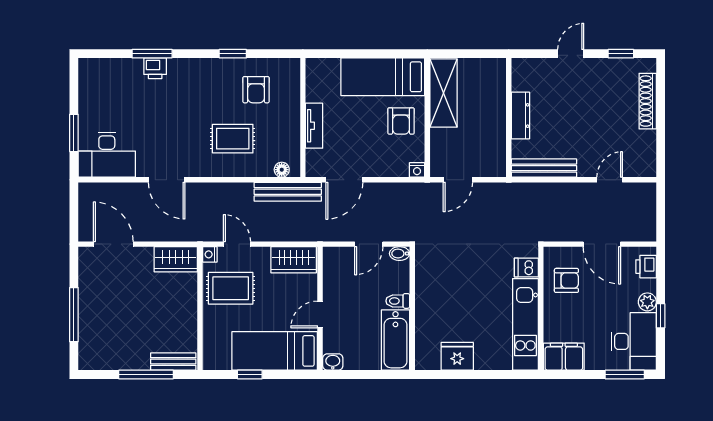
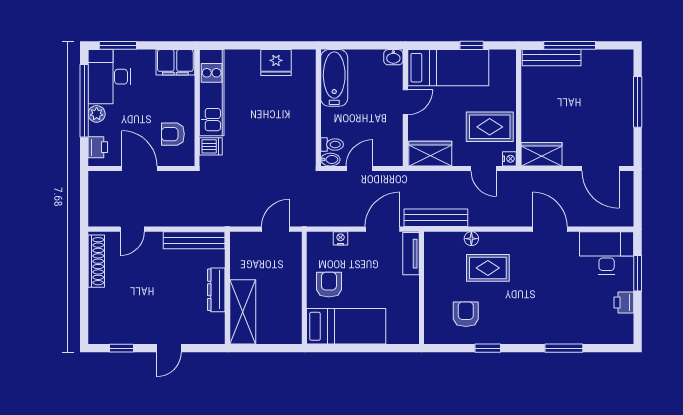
printer: (155, 68) -> (624, 303), moved, turned -90
shelving: (444, 93) -> (243, 312), moved
shoe rack: (648, 101) -> (96, 261), moved
tv unit: (314, 126) -> (411, 254), moved
floor lamp: (282, 170) -> (471, 239), moved
nightstand: (417, 170) -> (341, 238), moved
toilet: (398, 301) -> (332, 145), moved
window: (661, 316) -> (84, 101), width x3.17
bench: (173, 362) -> (552, 58), width x1.36

